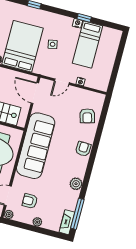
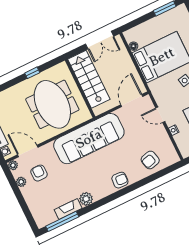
plant: (37, 222) -> (21, 182), moved
fireplace: (67, 222) -> (68, 209), moved

